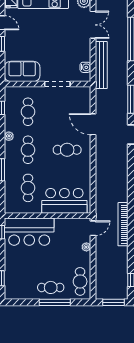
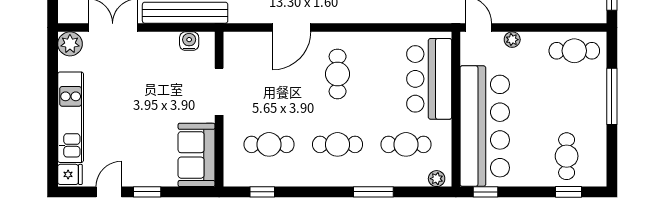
plant: (9, 136) -> (437, 179), moved
bar counter: (29, 232) -> (485, 126), width x1.36
cafe table: (51, 287) -> (567, 156), moved

